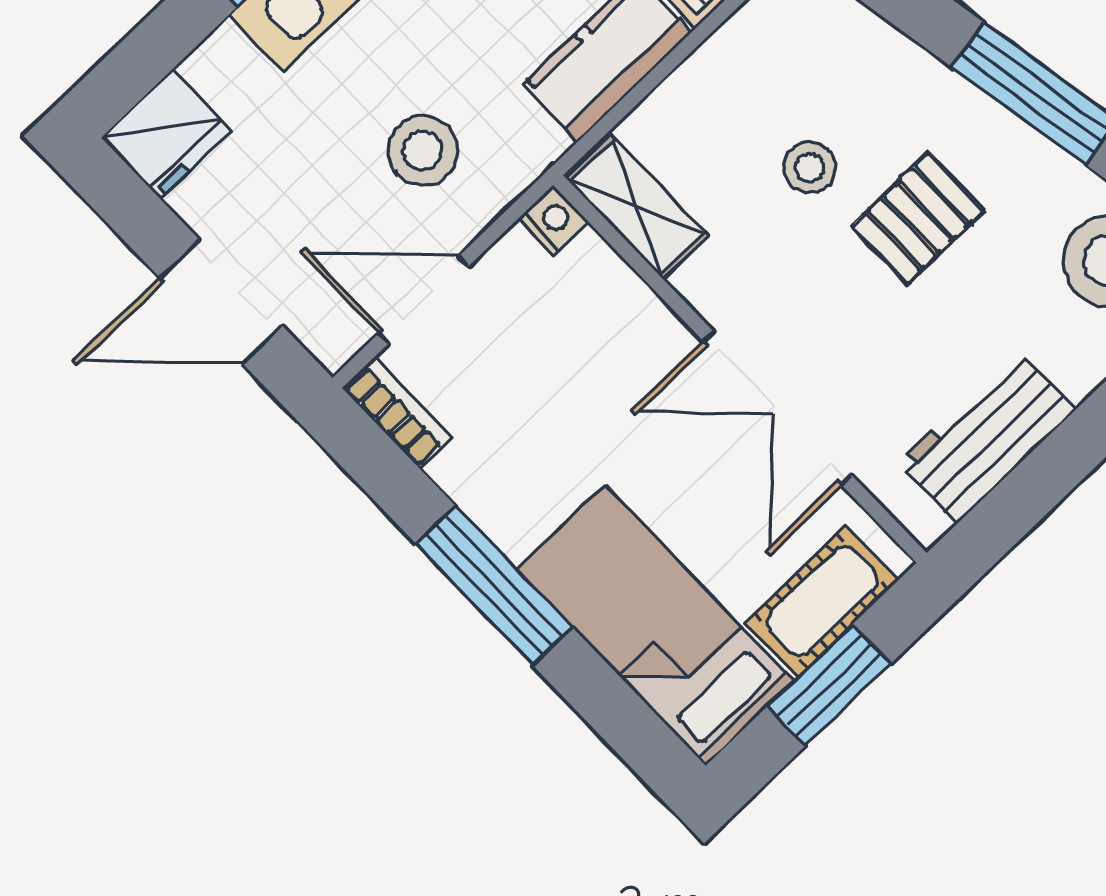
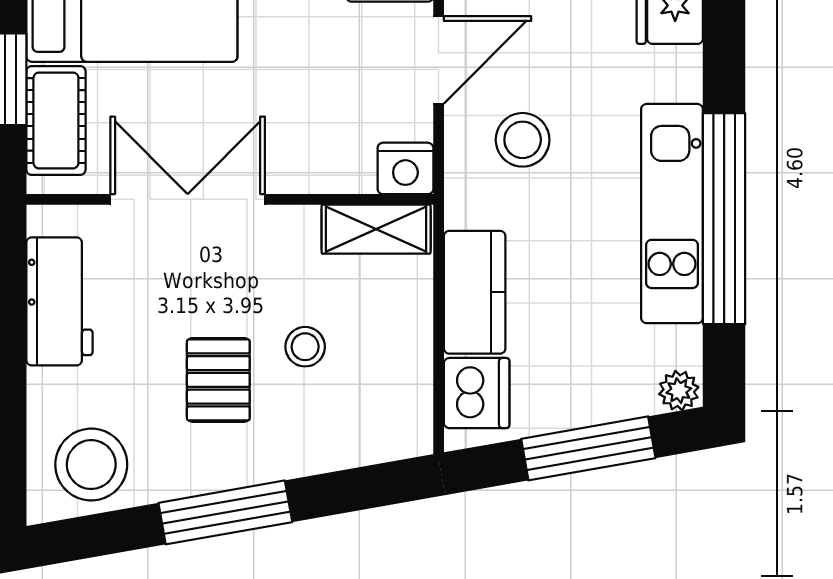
nightstand: (553, 220) -> (405, 168), width x1.39, depth x1.35

